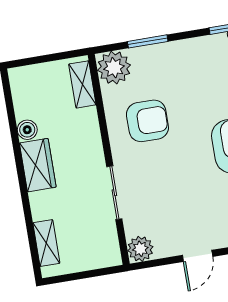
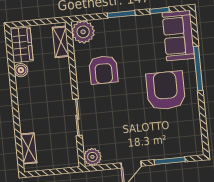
window: (148, 41) -> (121, 14), moved
armchair: (147, 121) -> (103, 70), turned 90
wardrobe: (38, 165) -> (22, 45), moved

